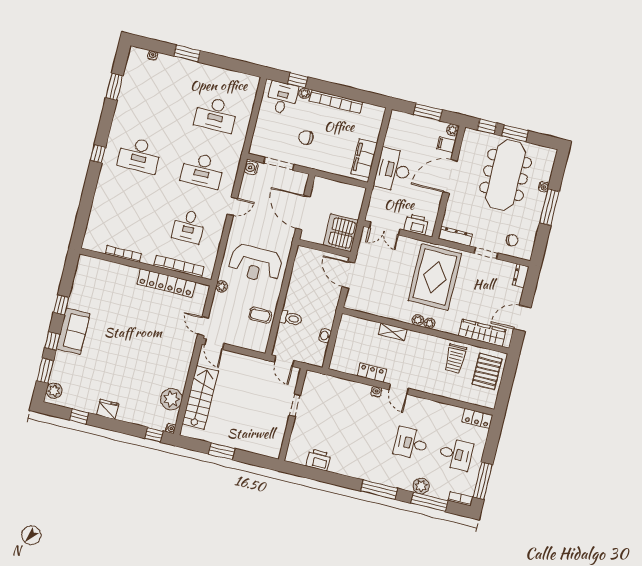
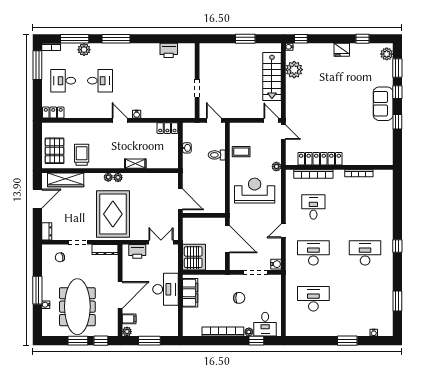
server rack: (341, 233) -> (194, 257), moved
locker: (372, 373) -> (167, 128), moved

